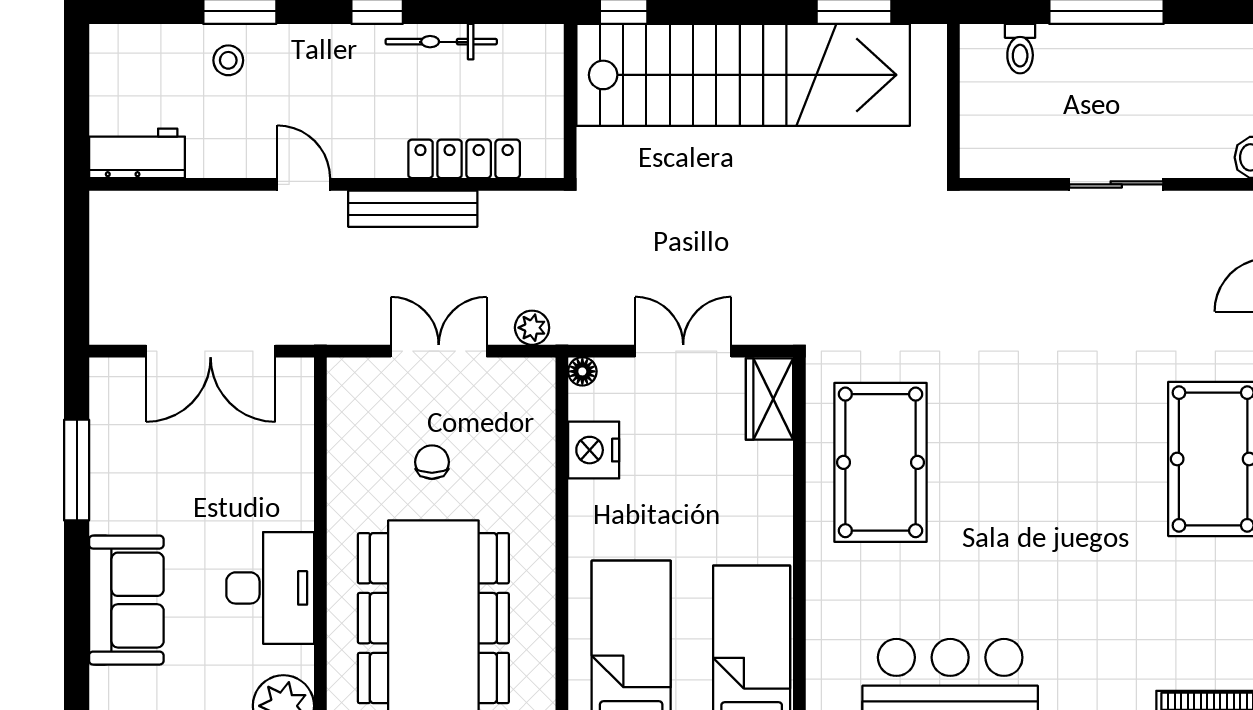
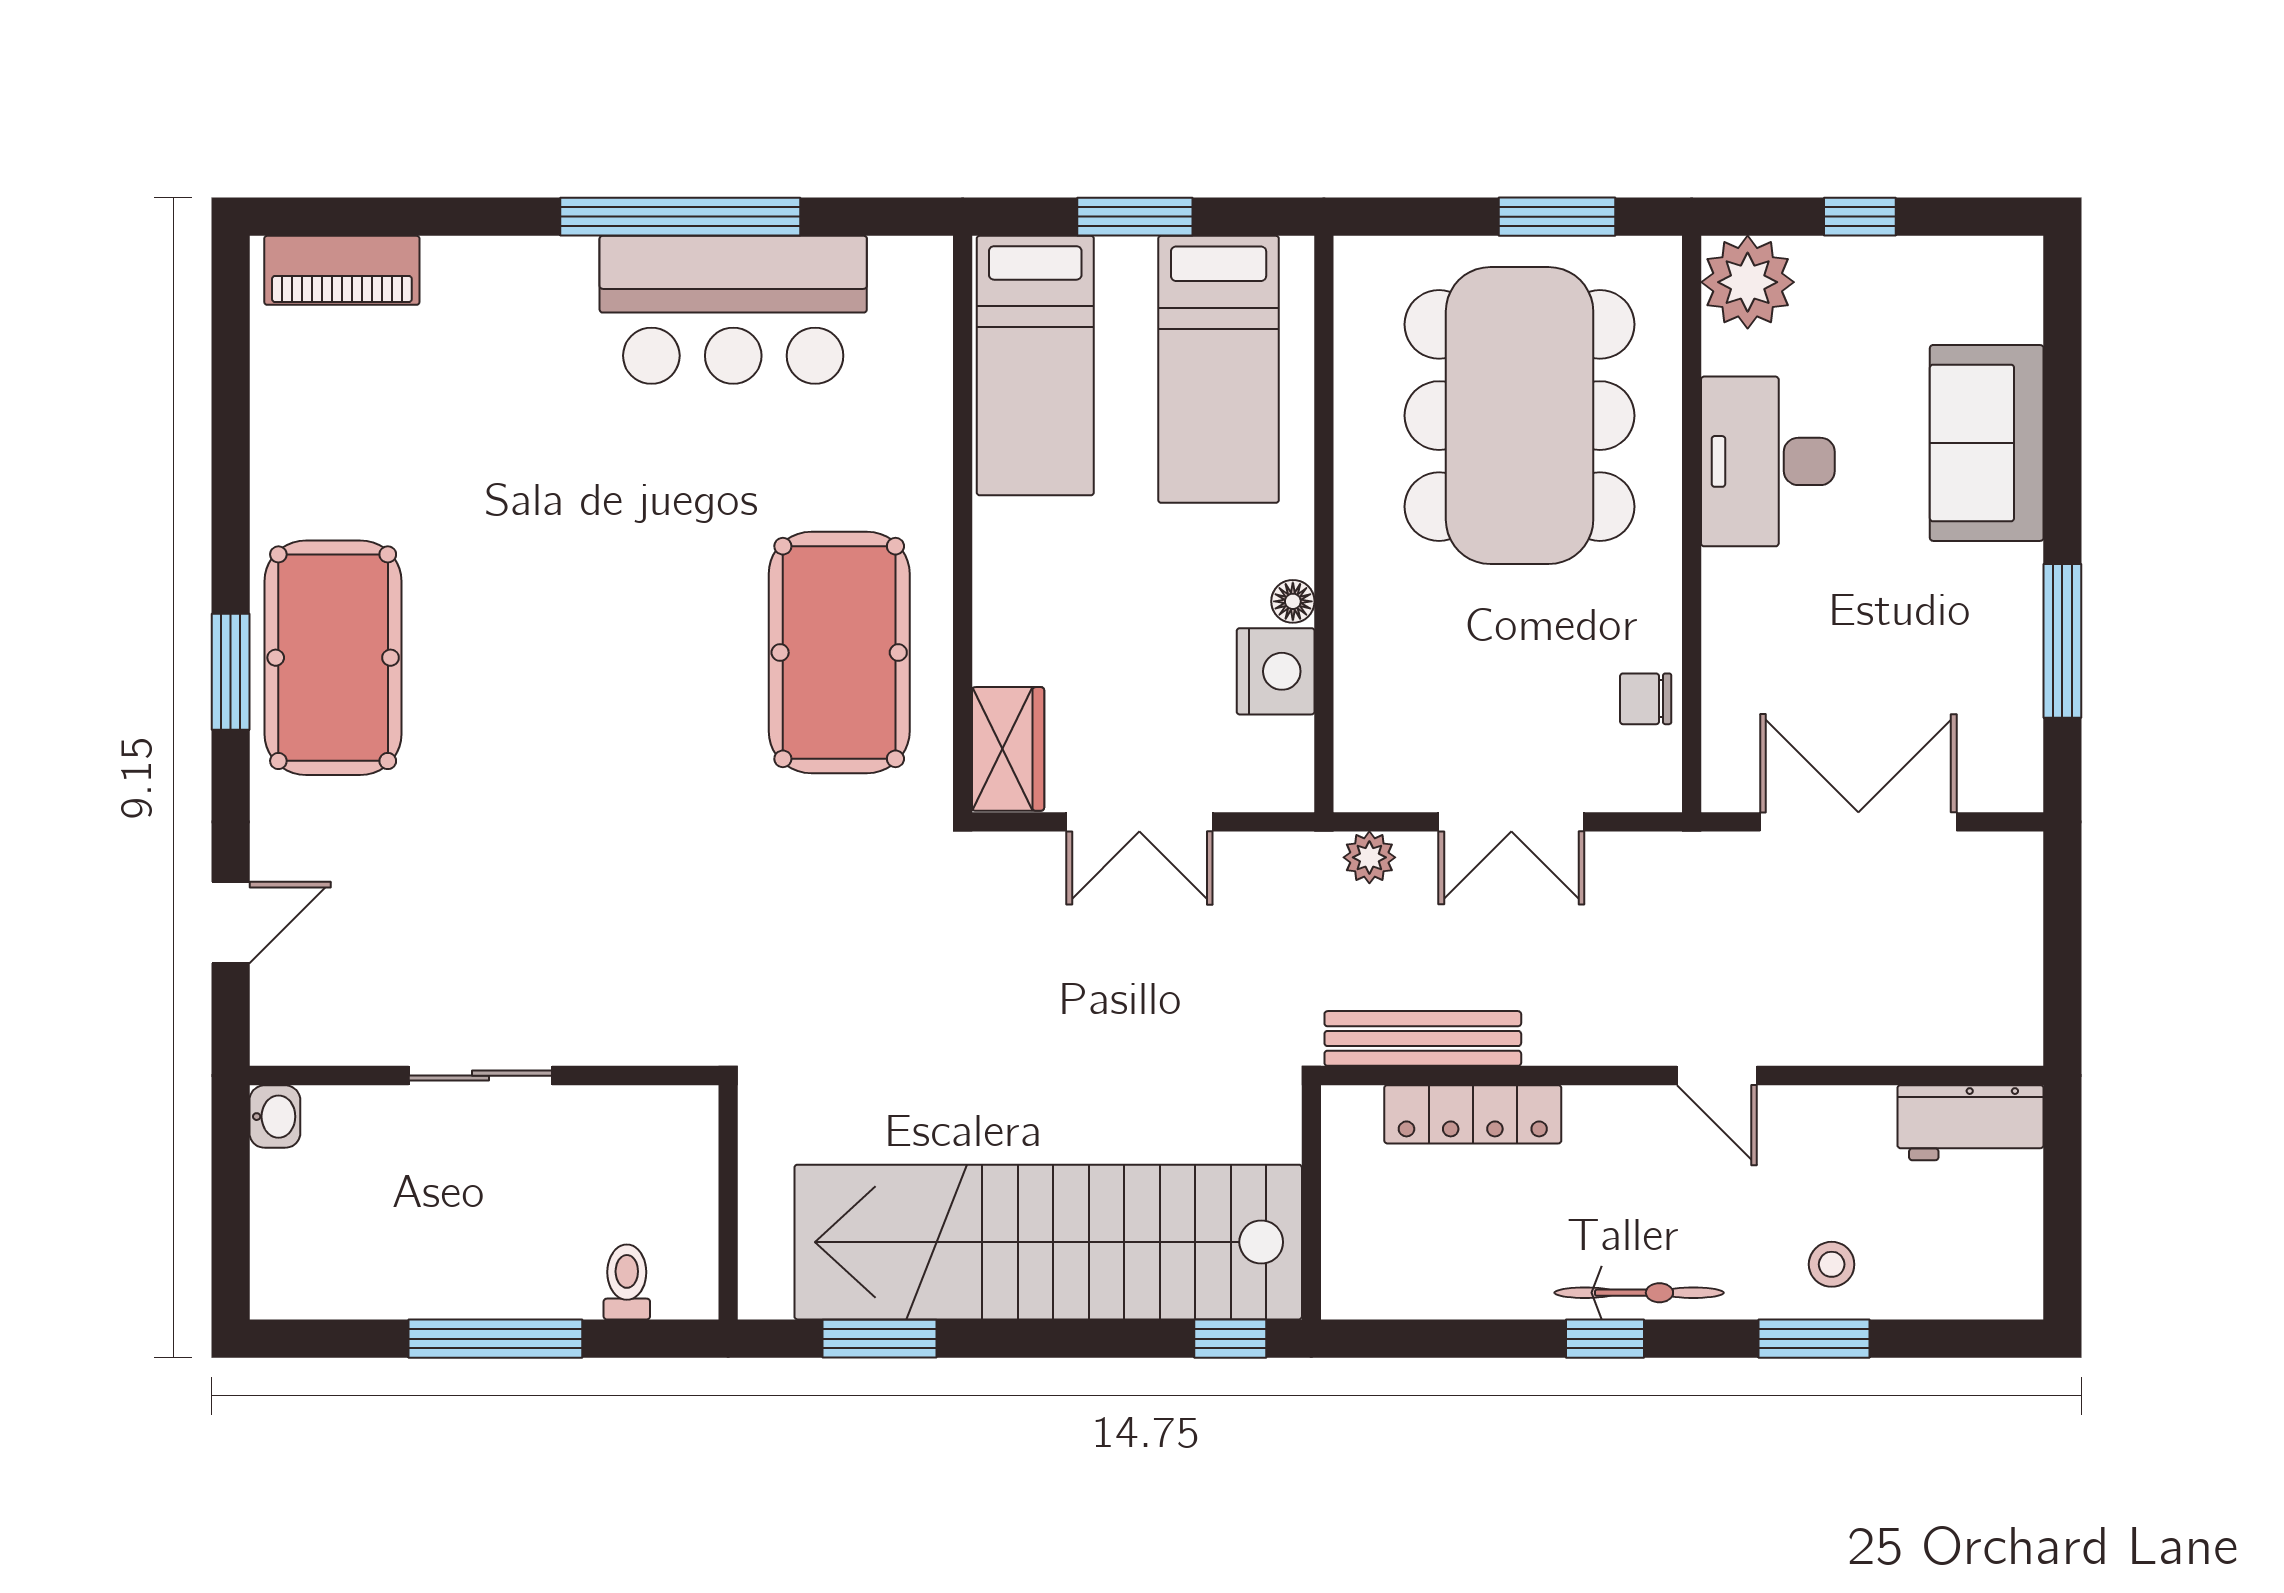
bicycle: (441, 42) -> (1639, 1293), moved
bench: (413, 209) -> (1423, 1038), moved
floor lamp: (582, 371) -> (1293, 601), moved
chair: (432, 462) -> (1646, 699), moved, turned 90

